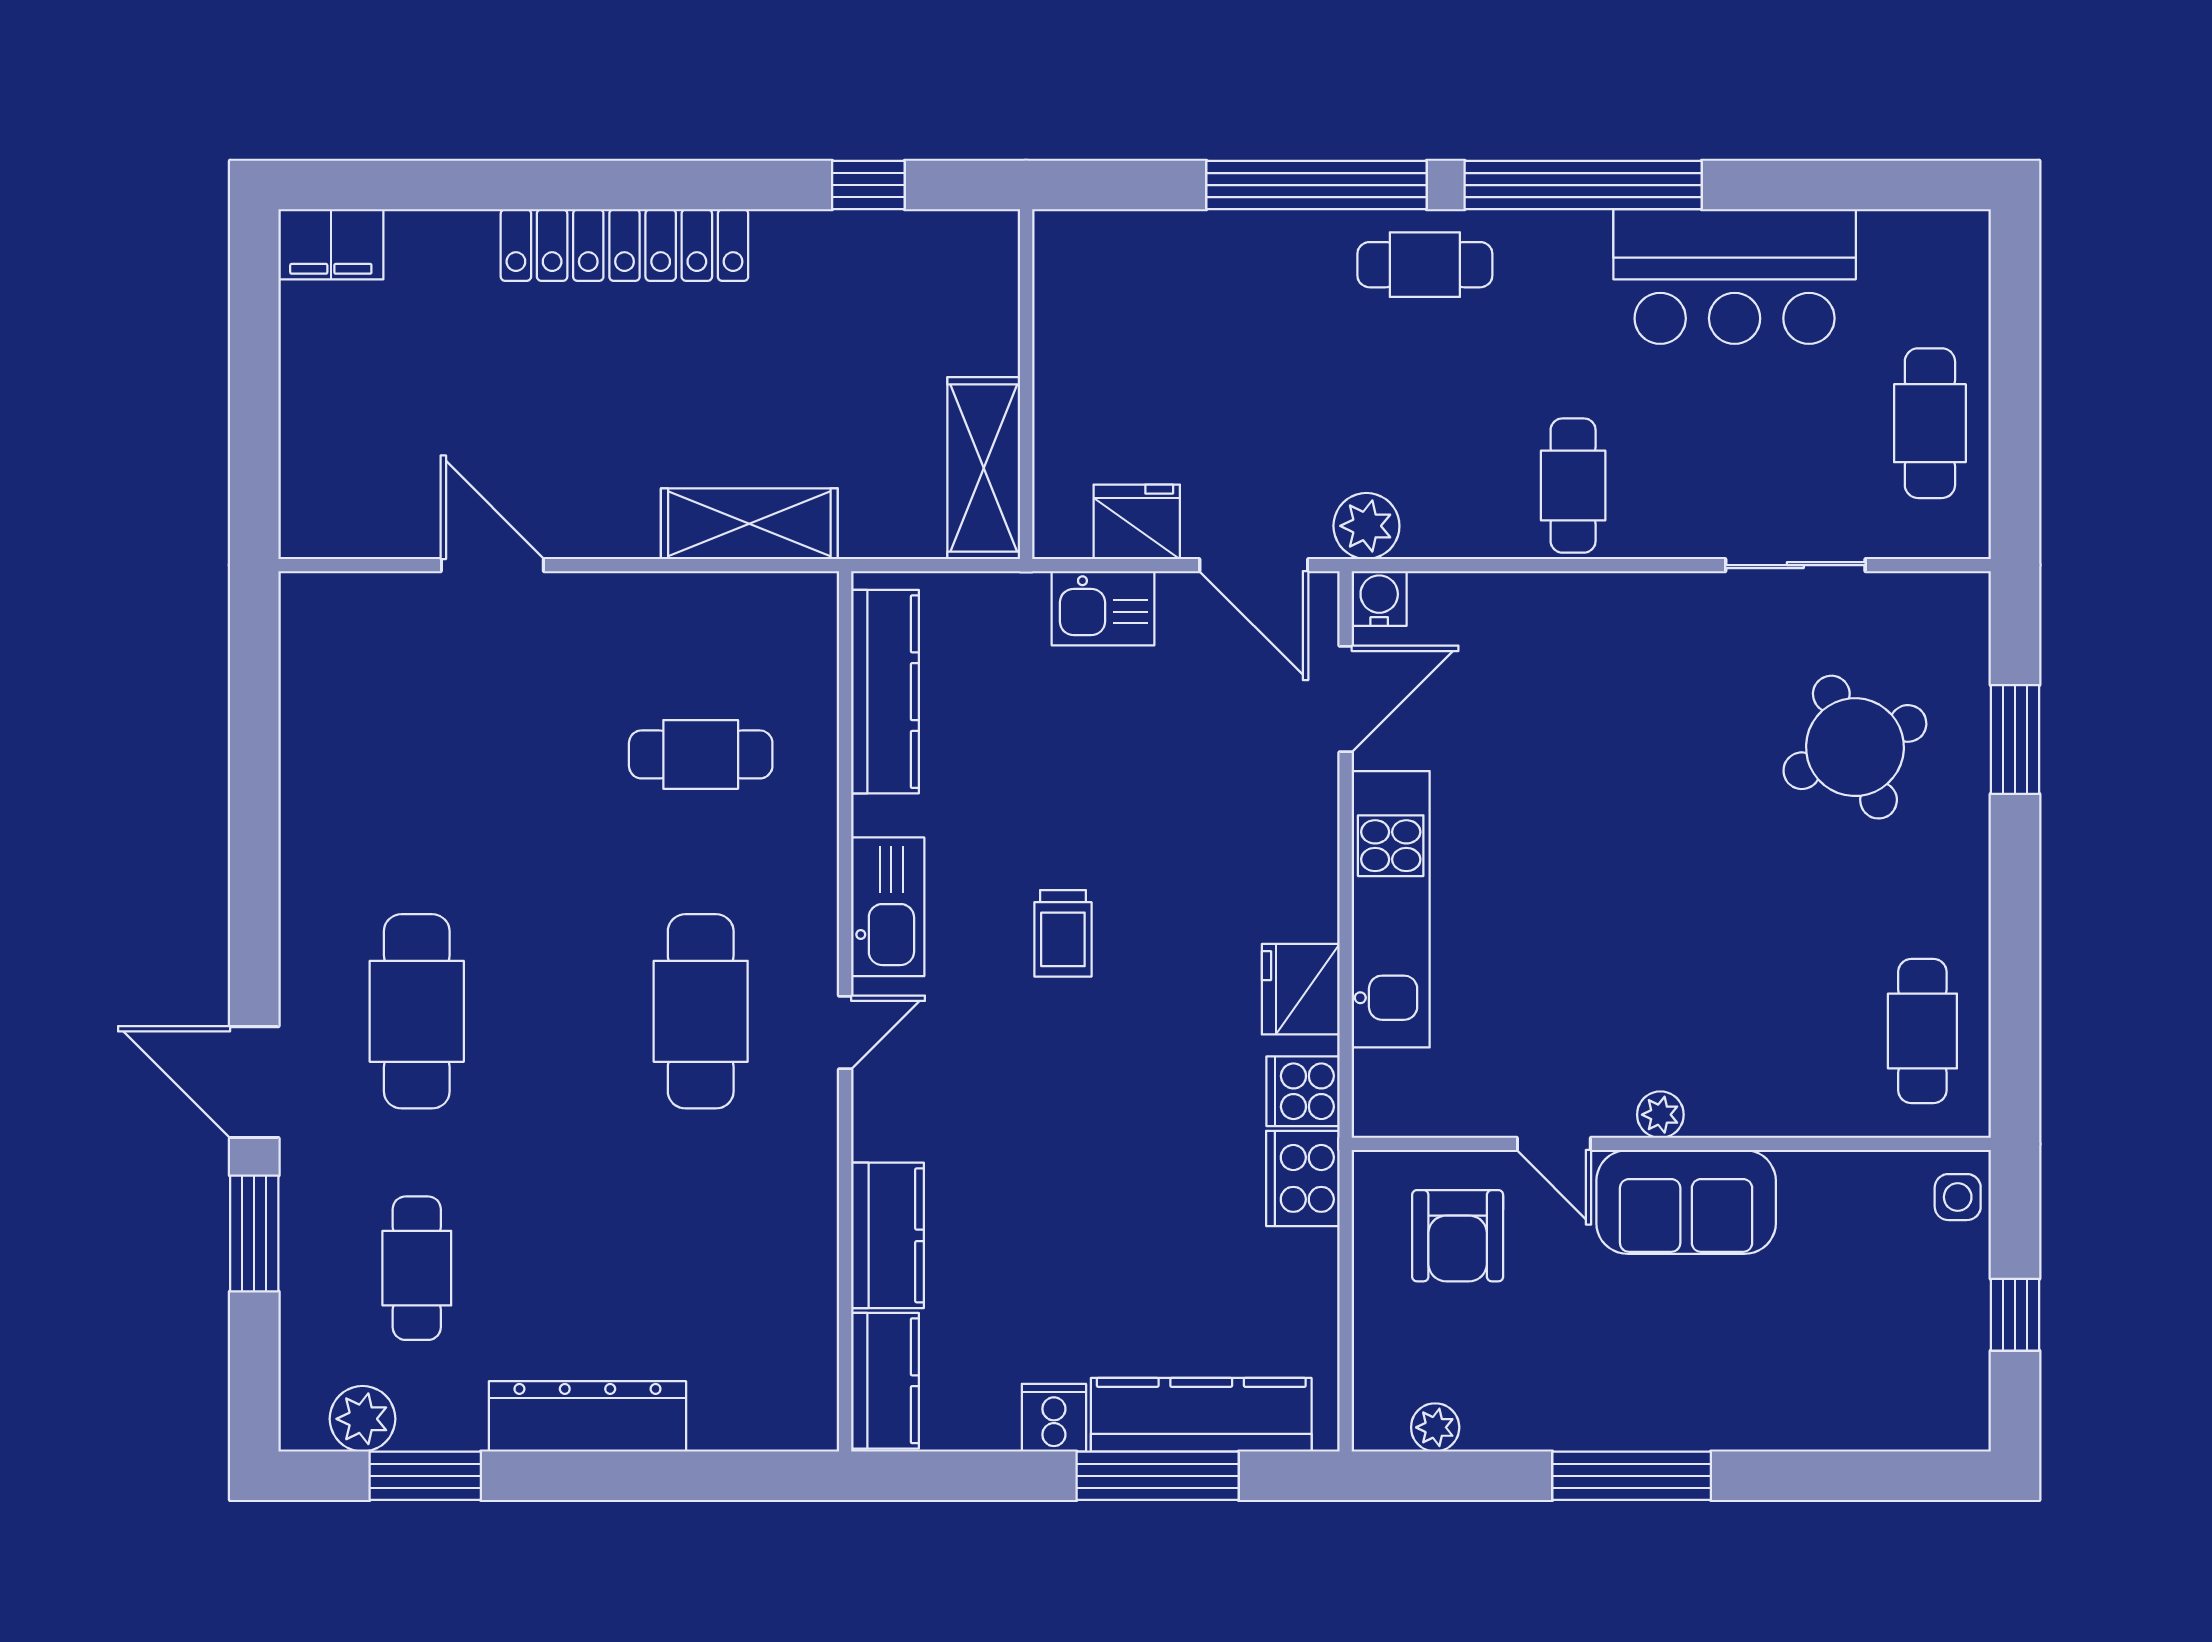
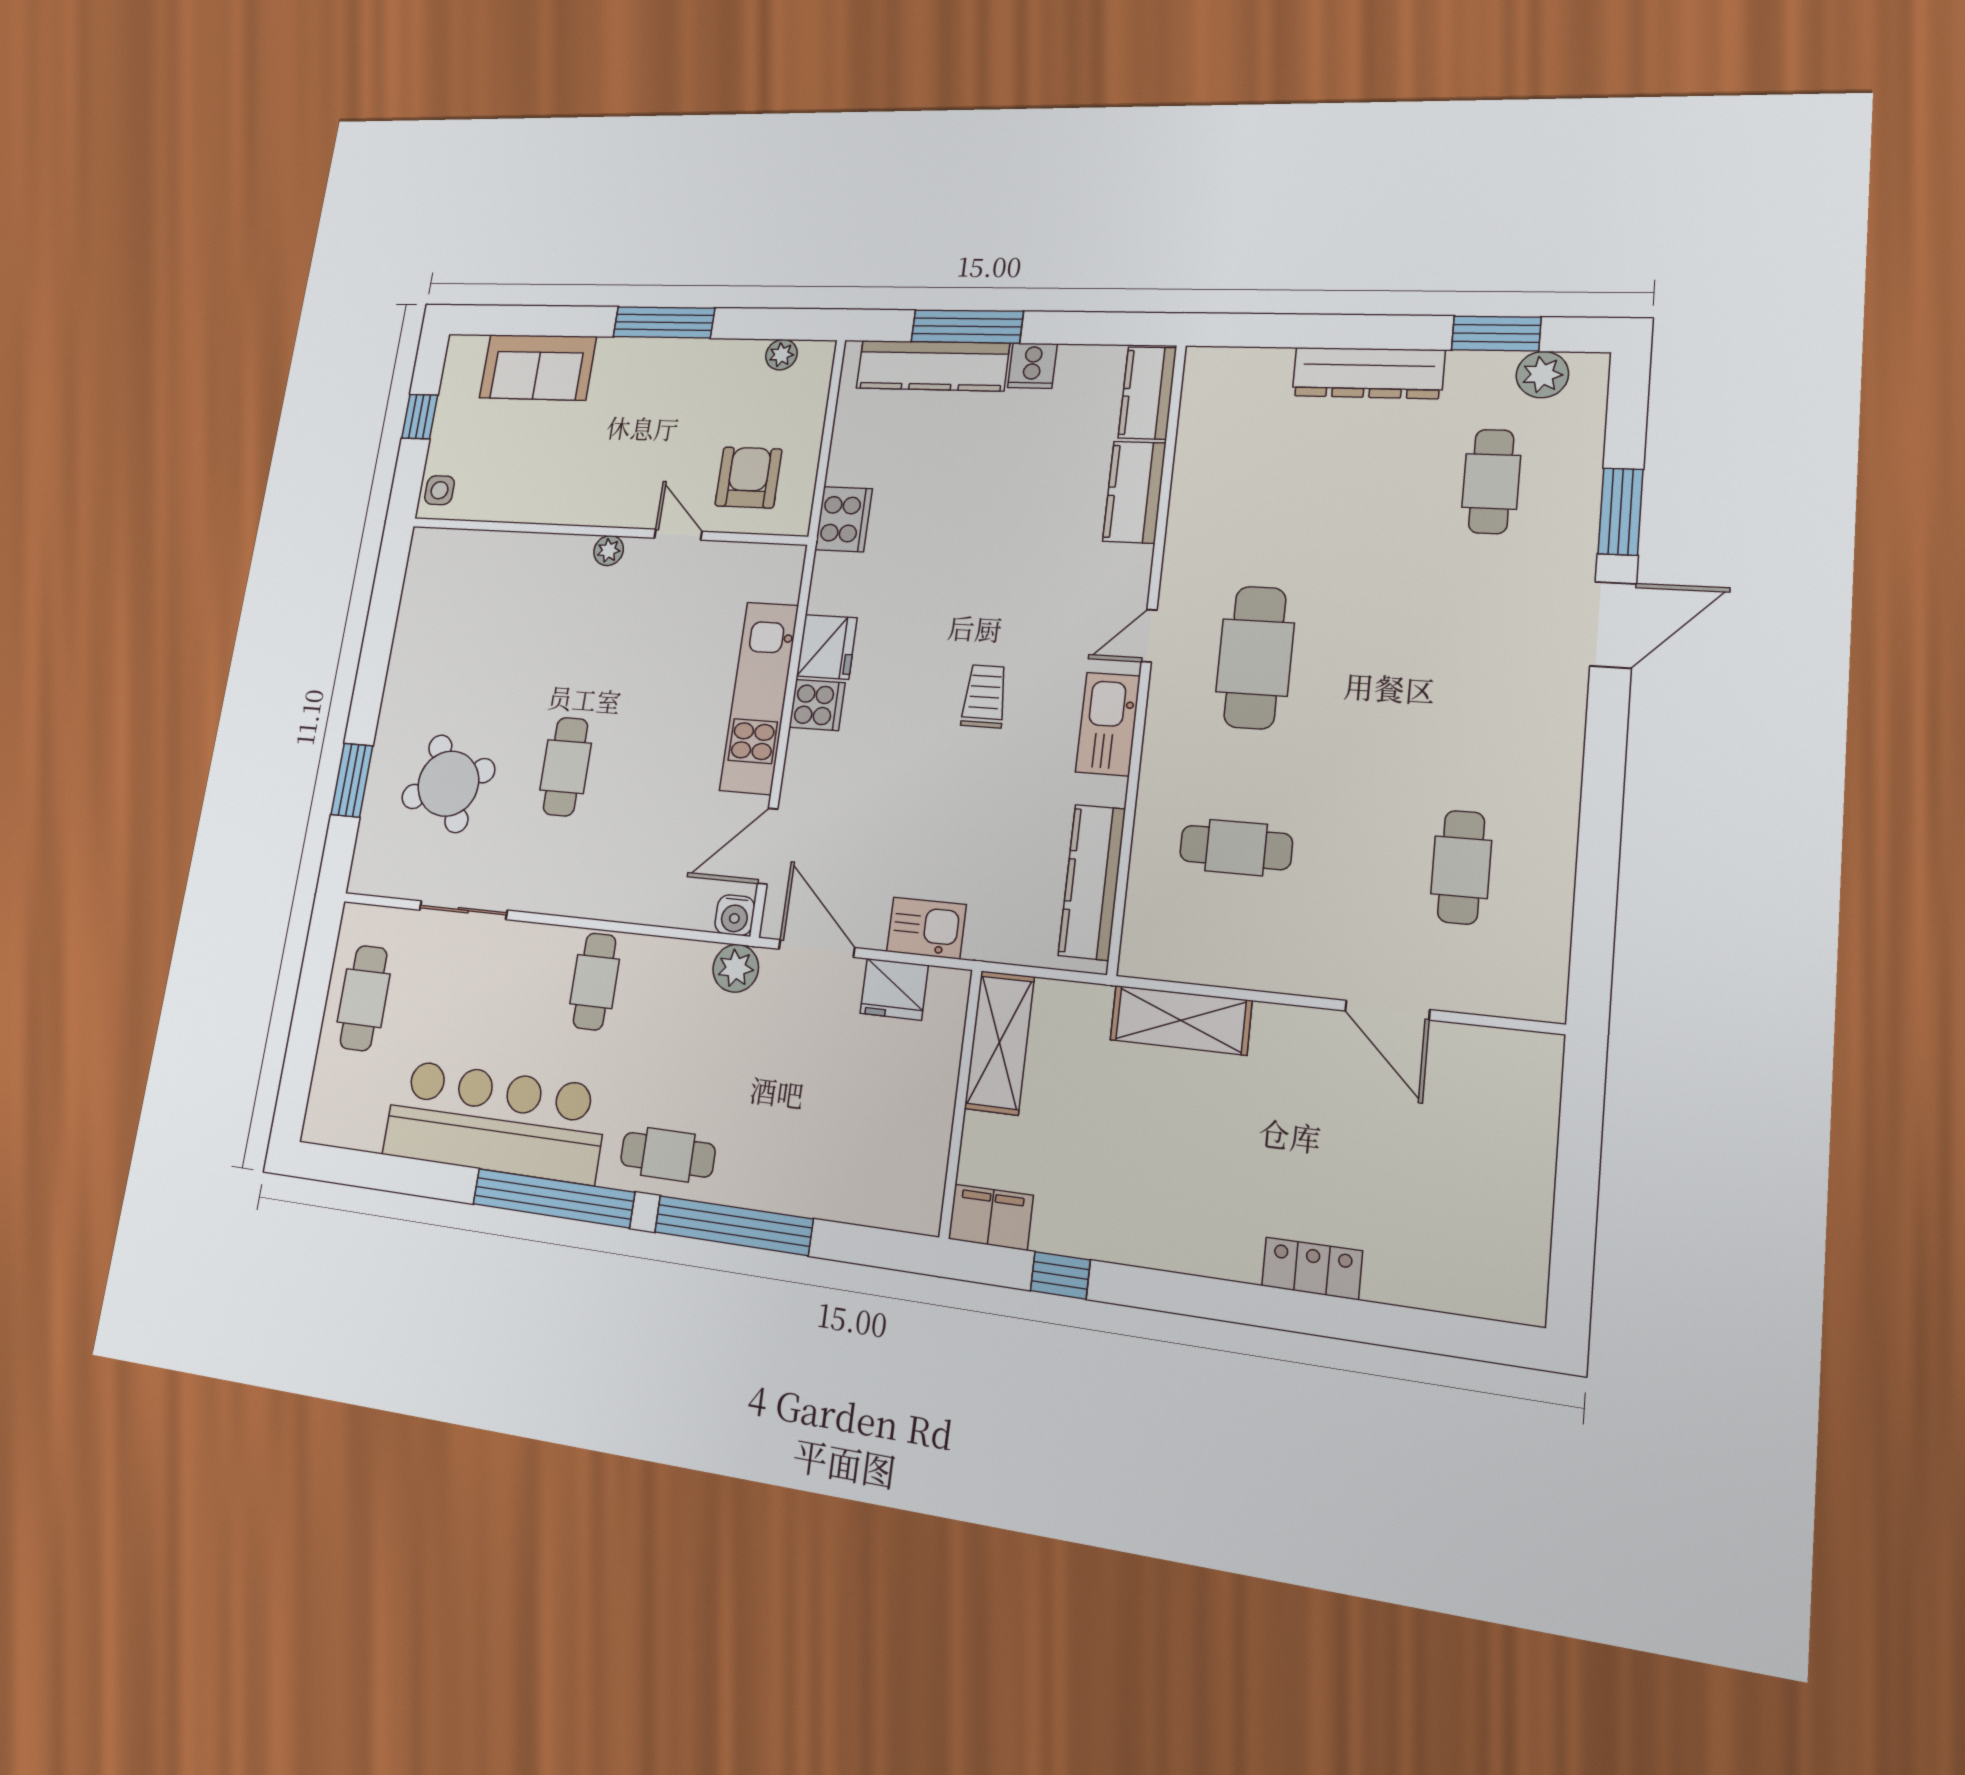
filing cabinet: (331, 244) -> (991, 1217), moved
locker: (624, 245) -> (1312, 1268), width x0.46, depth x0.83
bar counter: (1735, 277) -> (495, 1121), width x1.36
cafe table: (417, 1011) -> (1461, 867), moved, width x0.73, depth x0.74
cafe table: (1922, 1031) -> (566, 767), moved
door: (254, 1082) -> (1613, 625), hinge flipped
cooker: (1303, 1091) -> (817, 705), moved
sofa: (1686, 1202) -> (538, 367), moved, turned 180

